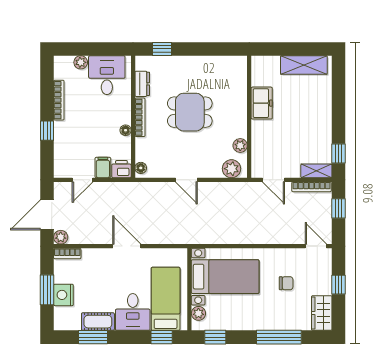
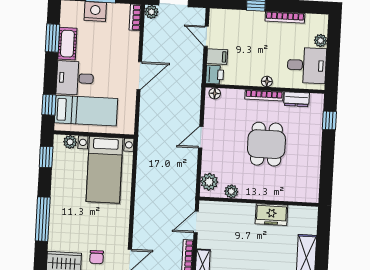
floor lamp: (126, 130) -> (267, 81), moved
chair: (286, 283) -> (97, 257), moved

